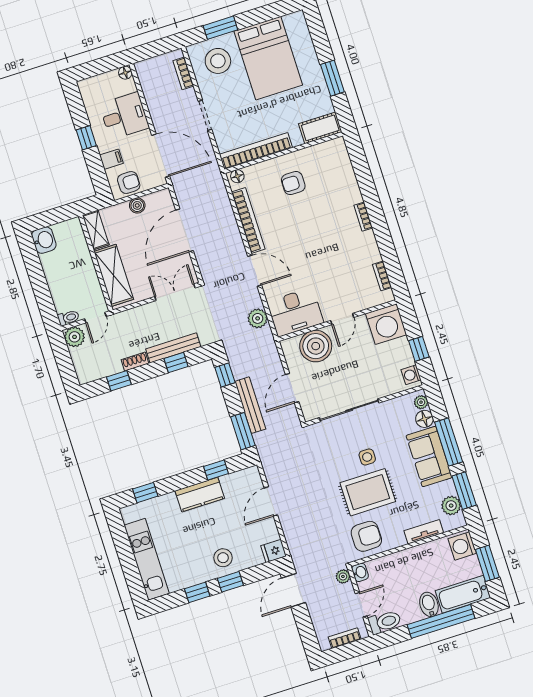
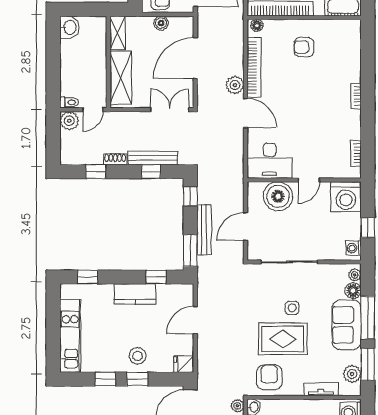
plant: (258, 318) -> (235, 85), moved
armchair: (366, 536) -> (269, 377), turned -90

